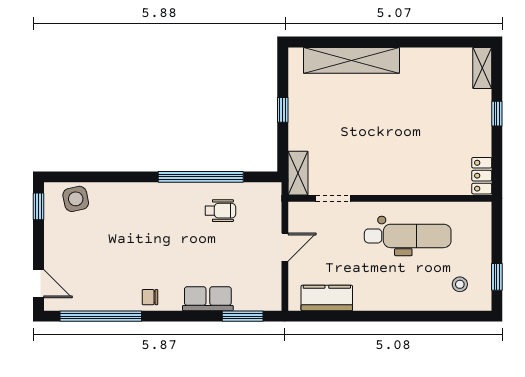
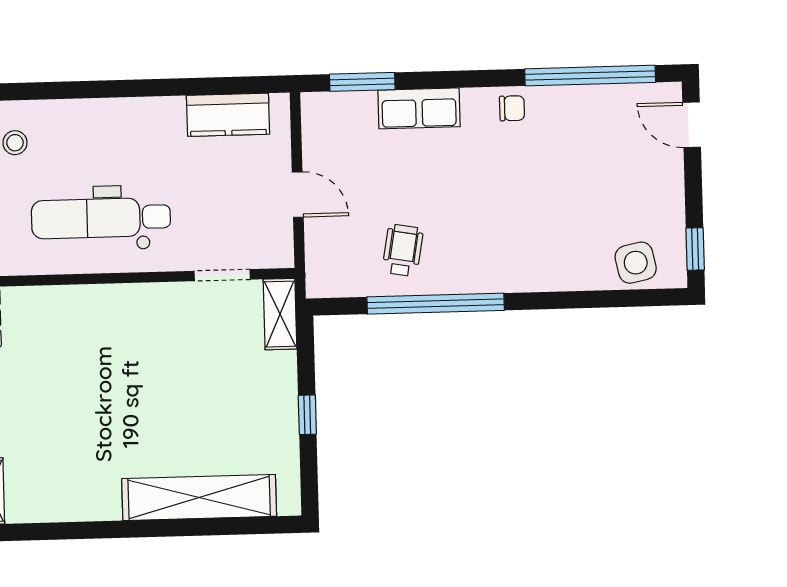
wheelchair: (220, 211) -> (403, 250), turned 100
door: (285, 247) -> (298, 195), swing flipped

